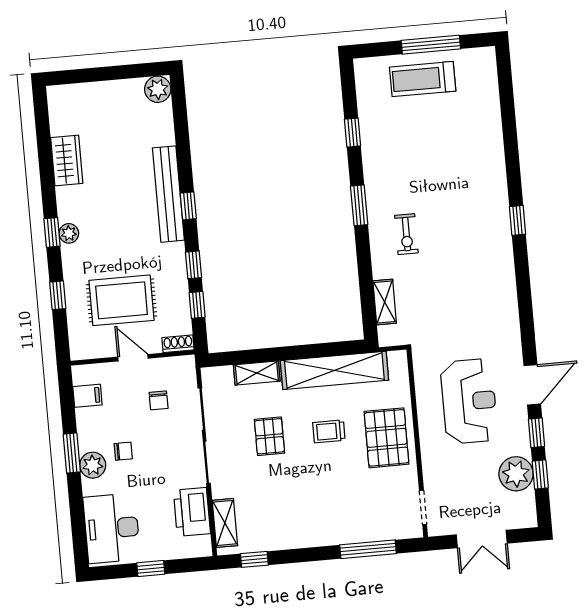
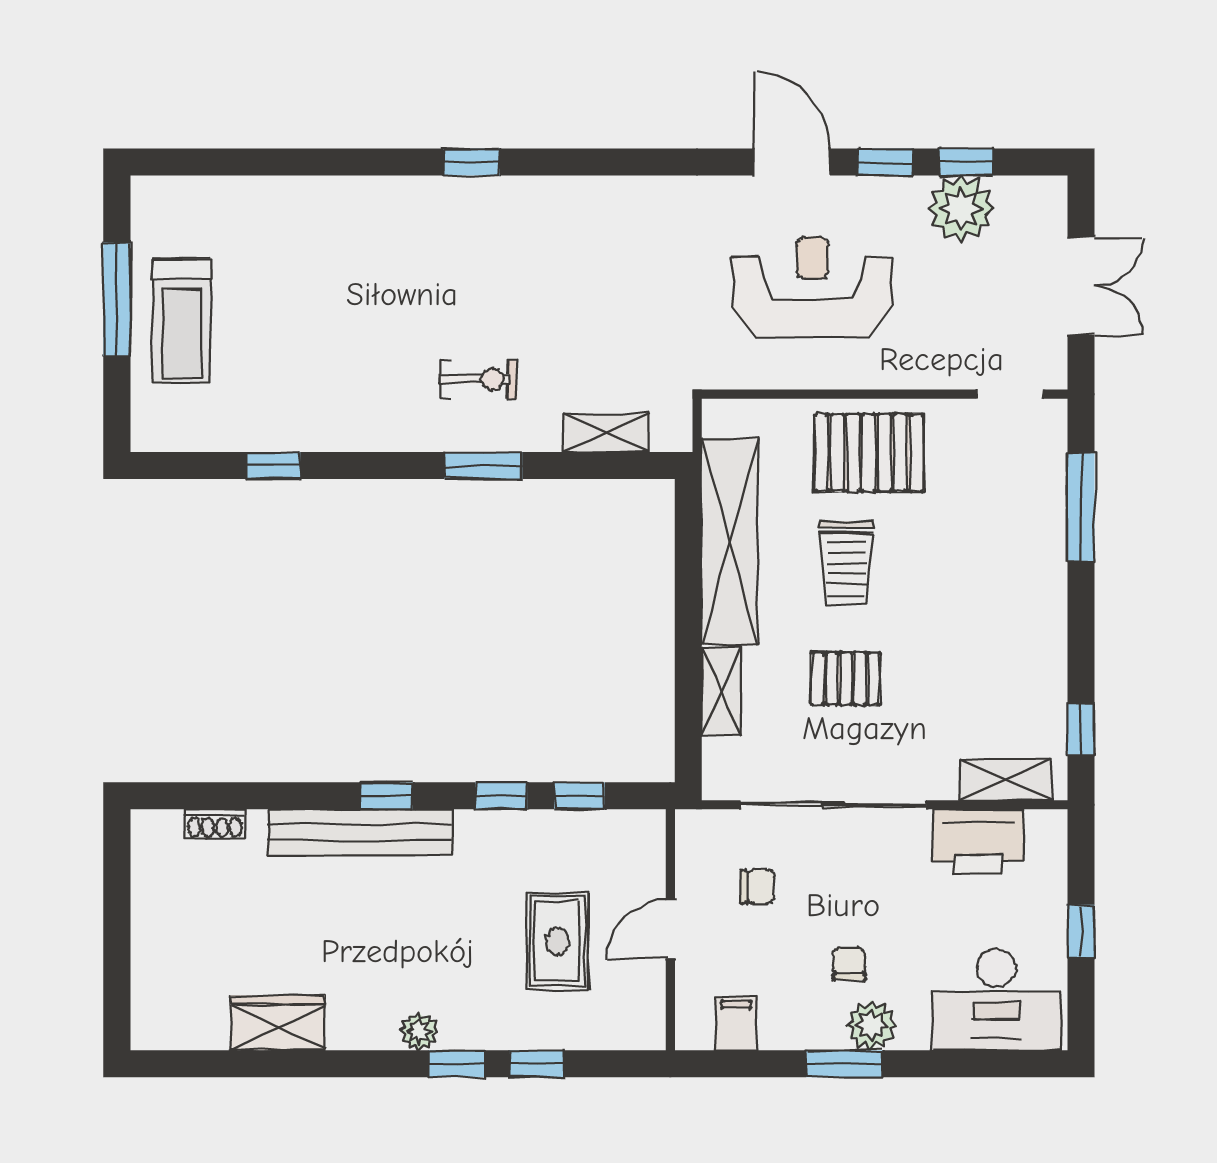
plant: (158, 89) -> (156, 835), removed
window: (359, 205) -> (483, 466), moved
window: (52, 232) -> (457, 1064), moved
rug: (122, 300) -> (558, 941), width x0.73, depth x0.70
shoe rack: (178, 344) -> (215, 824), moved, turned -90
trolley: (329, 431) -> (847, 563), width x1.36, depth x1.39

